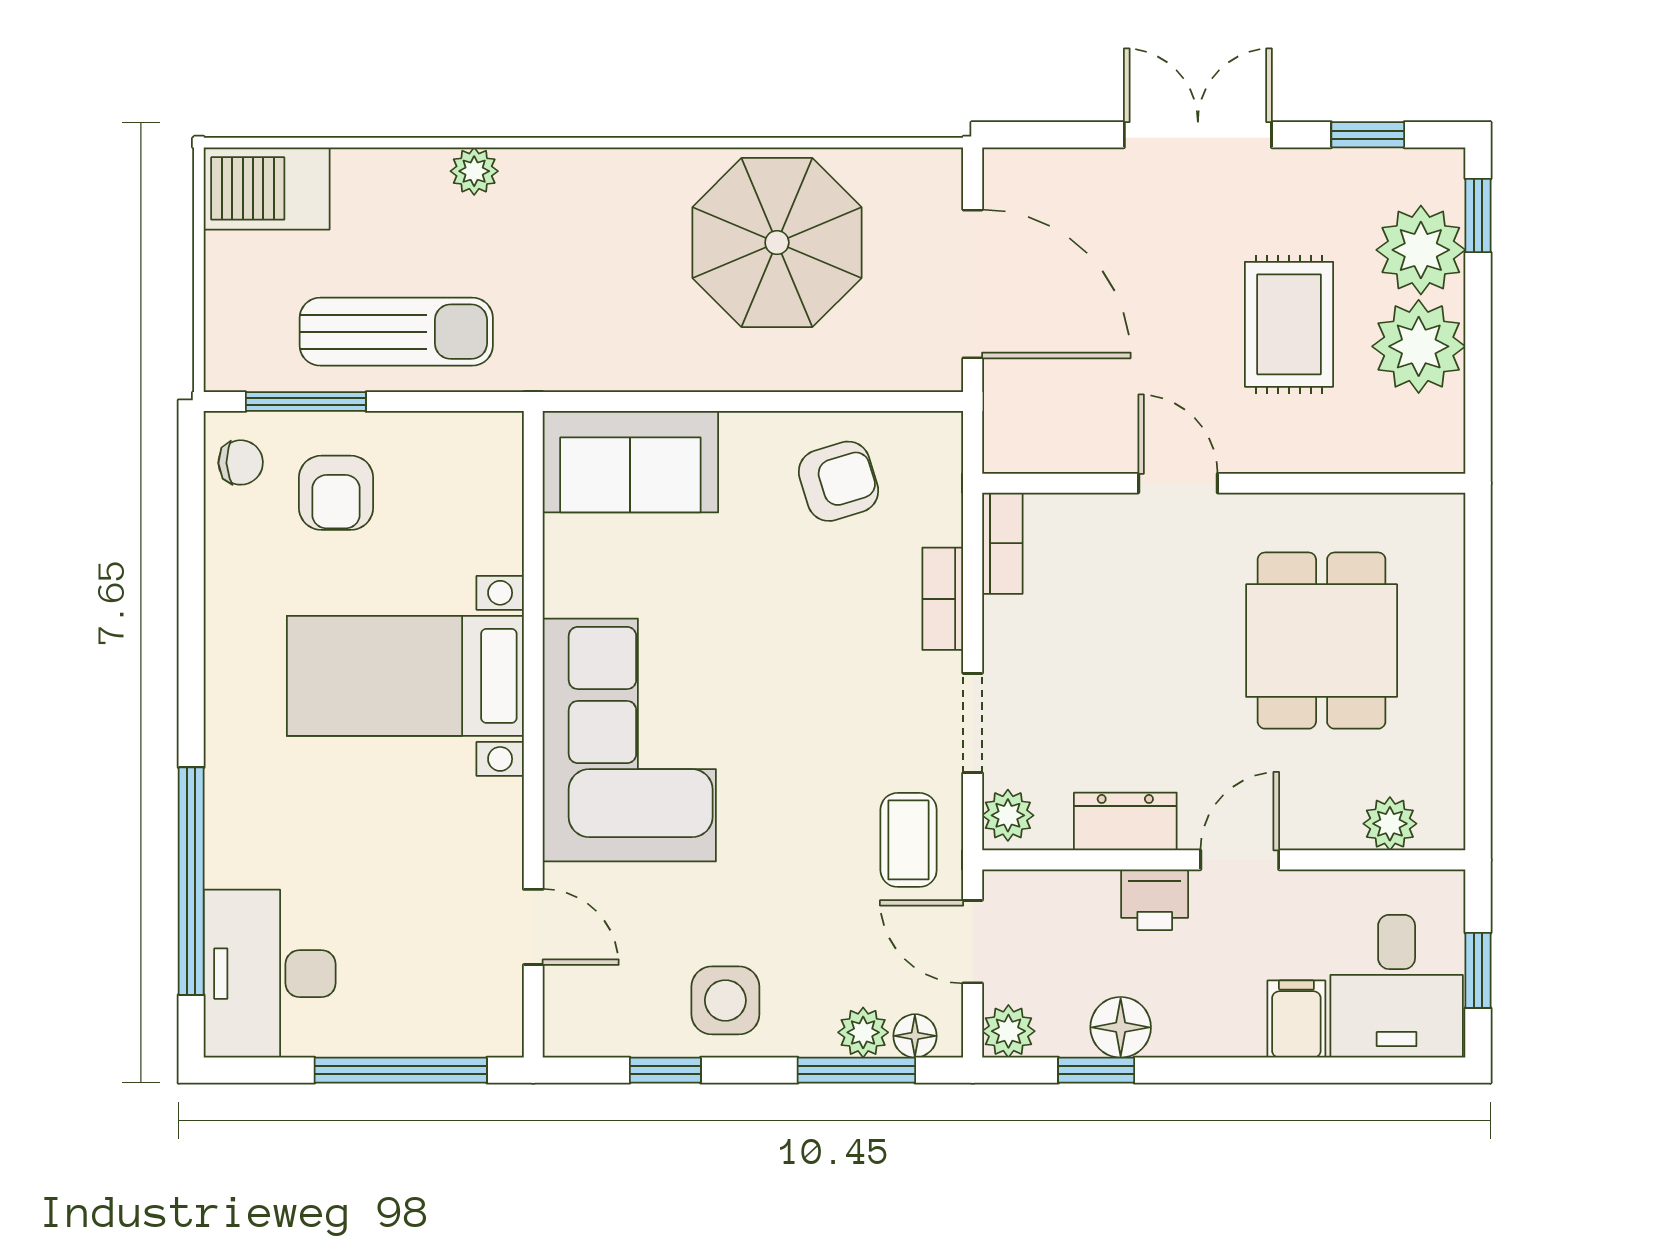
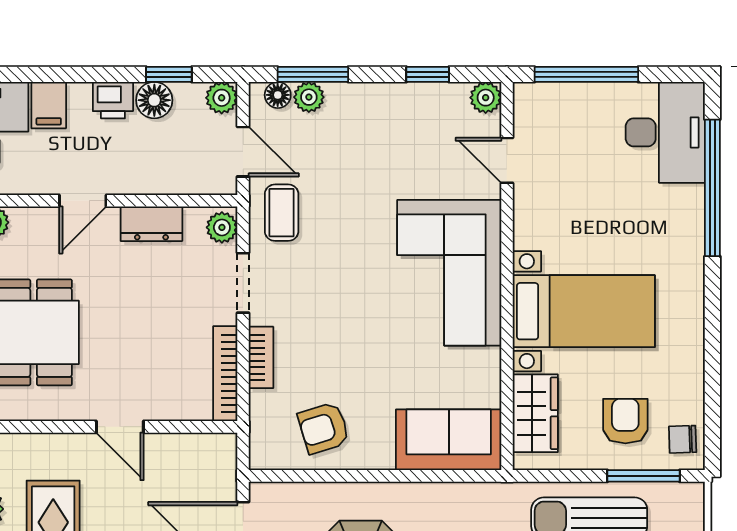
wardrobe: (486, 506) -> (535, 413), added
bookcase: (1002, 543) -> (225, 374), width x1.56
printer: (1155, 900) -> (113, 100), moved, turned 180
side table: (725, 1000) -> (392, 116), removed
plant: (569, 1032) -> (486, 98), added

